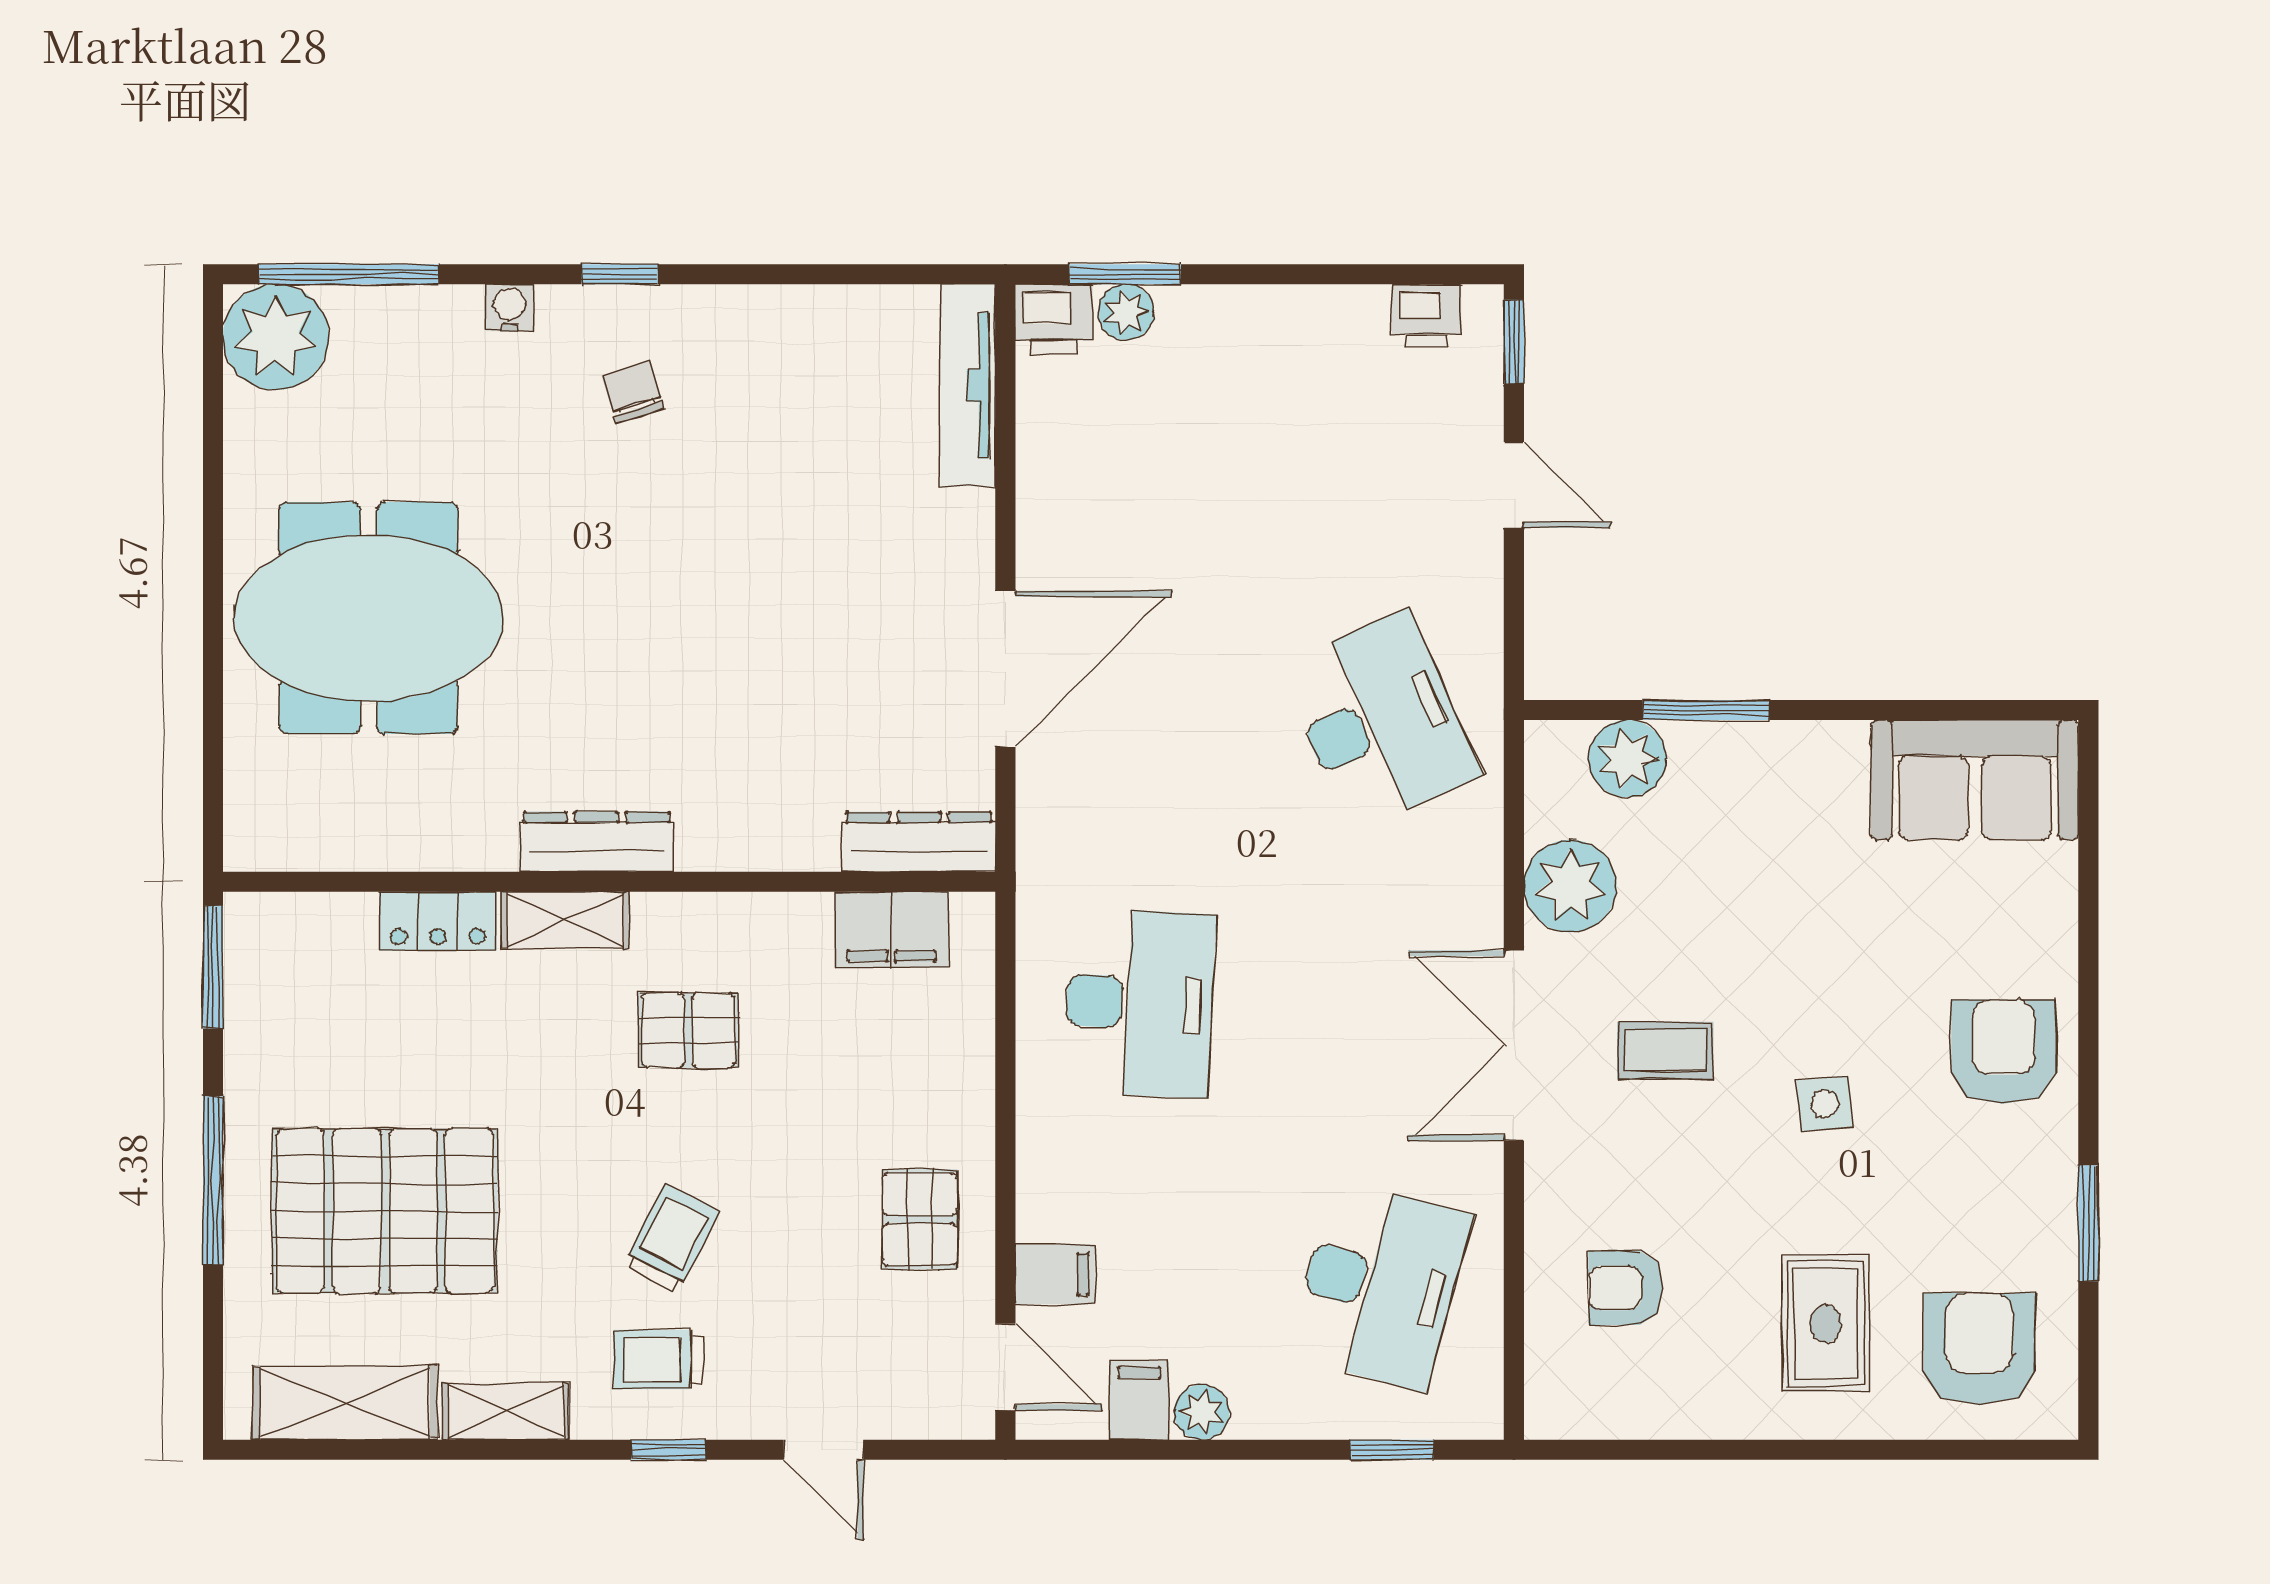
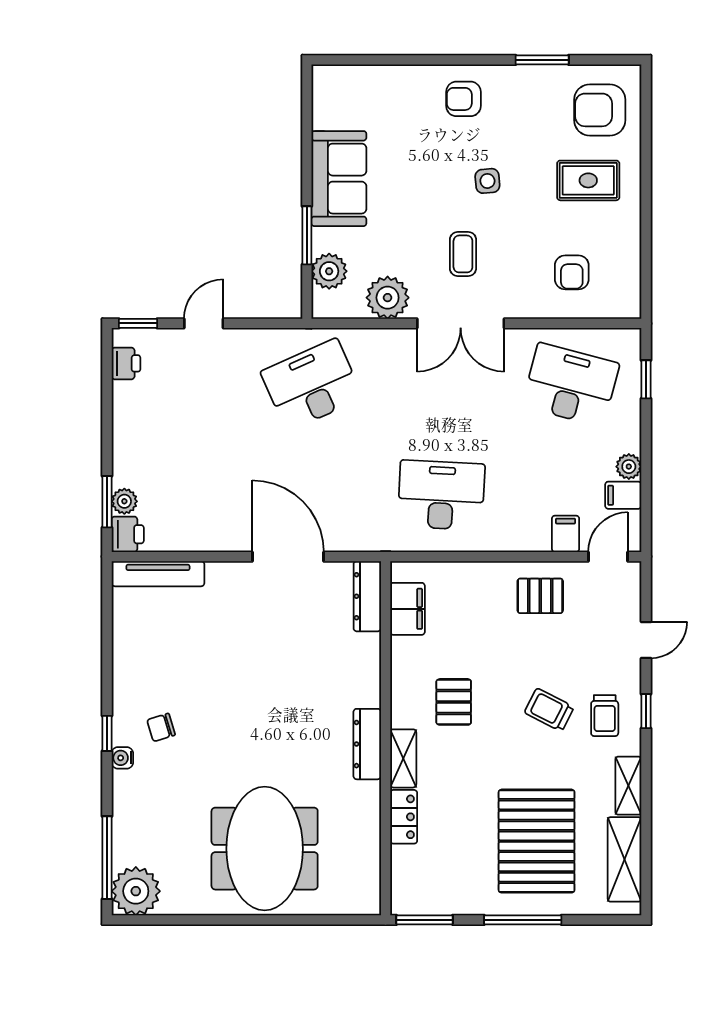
water cooler: (510, 308) -> (122, 758), moved
sofa: (1975, 780) -> (339, 179), moved
armchair: (2003, 1052) -> (463, 99), width x0.72, depth x0.72

